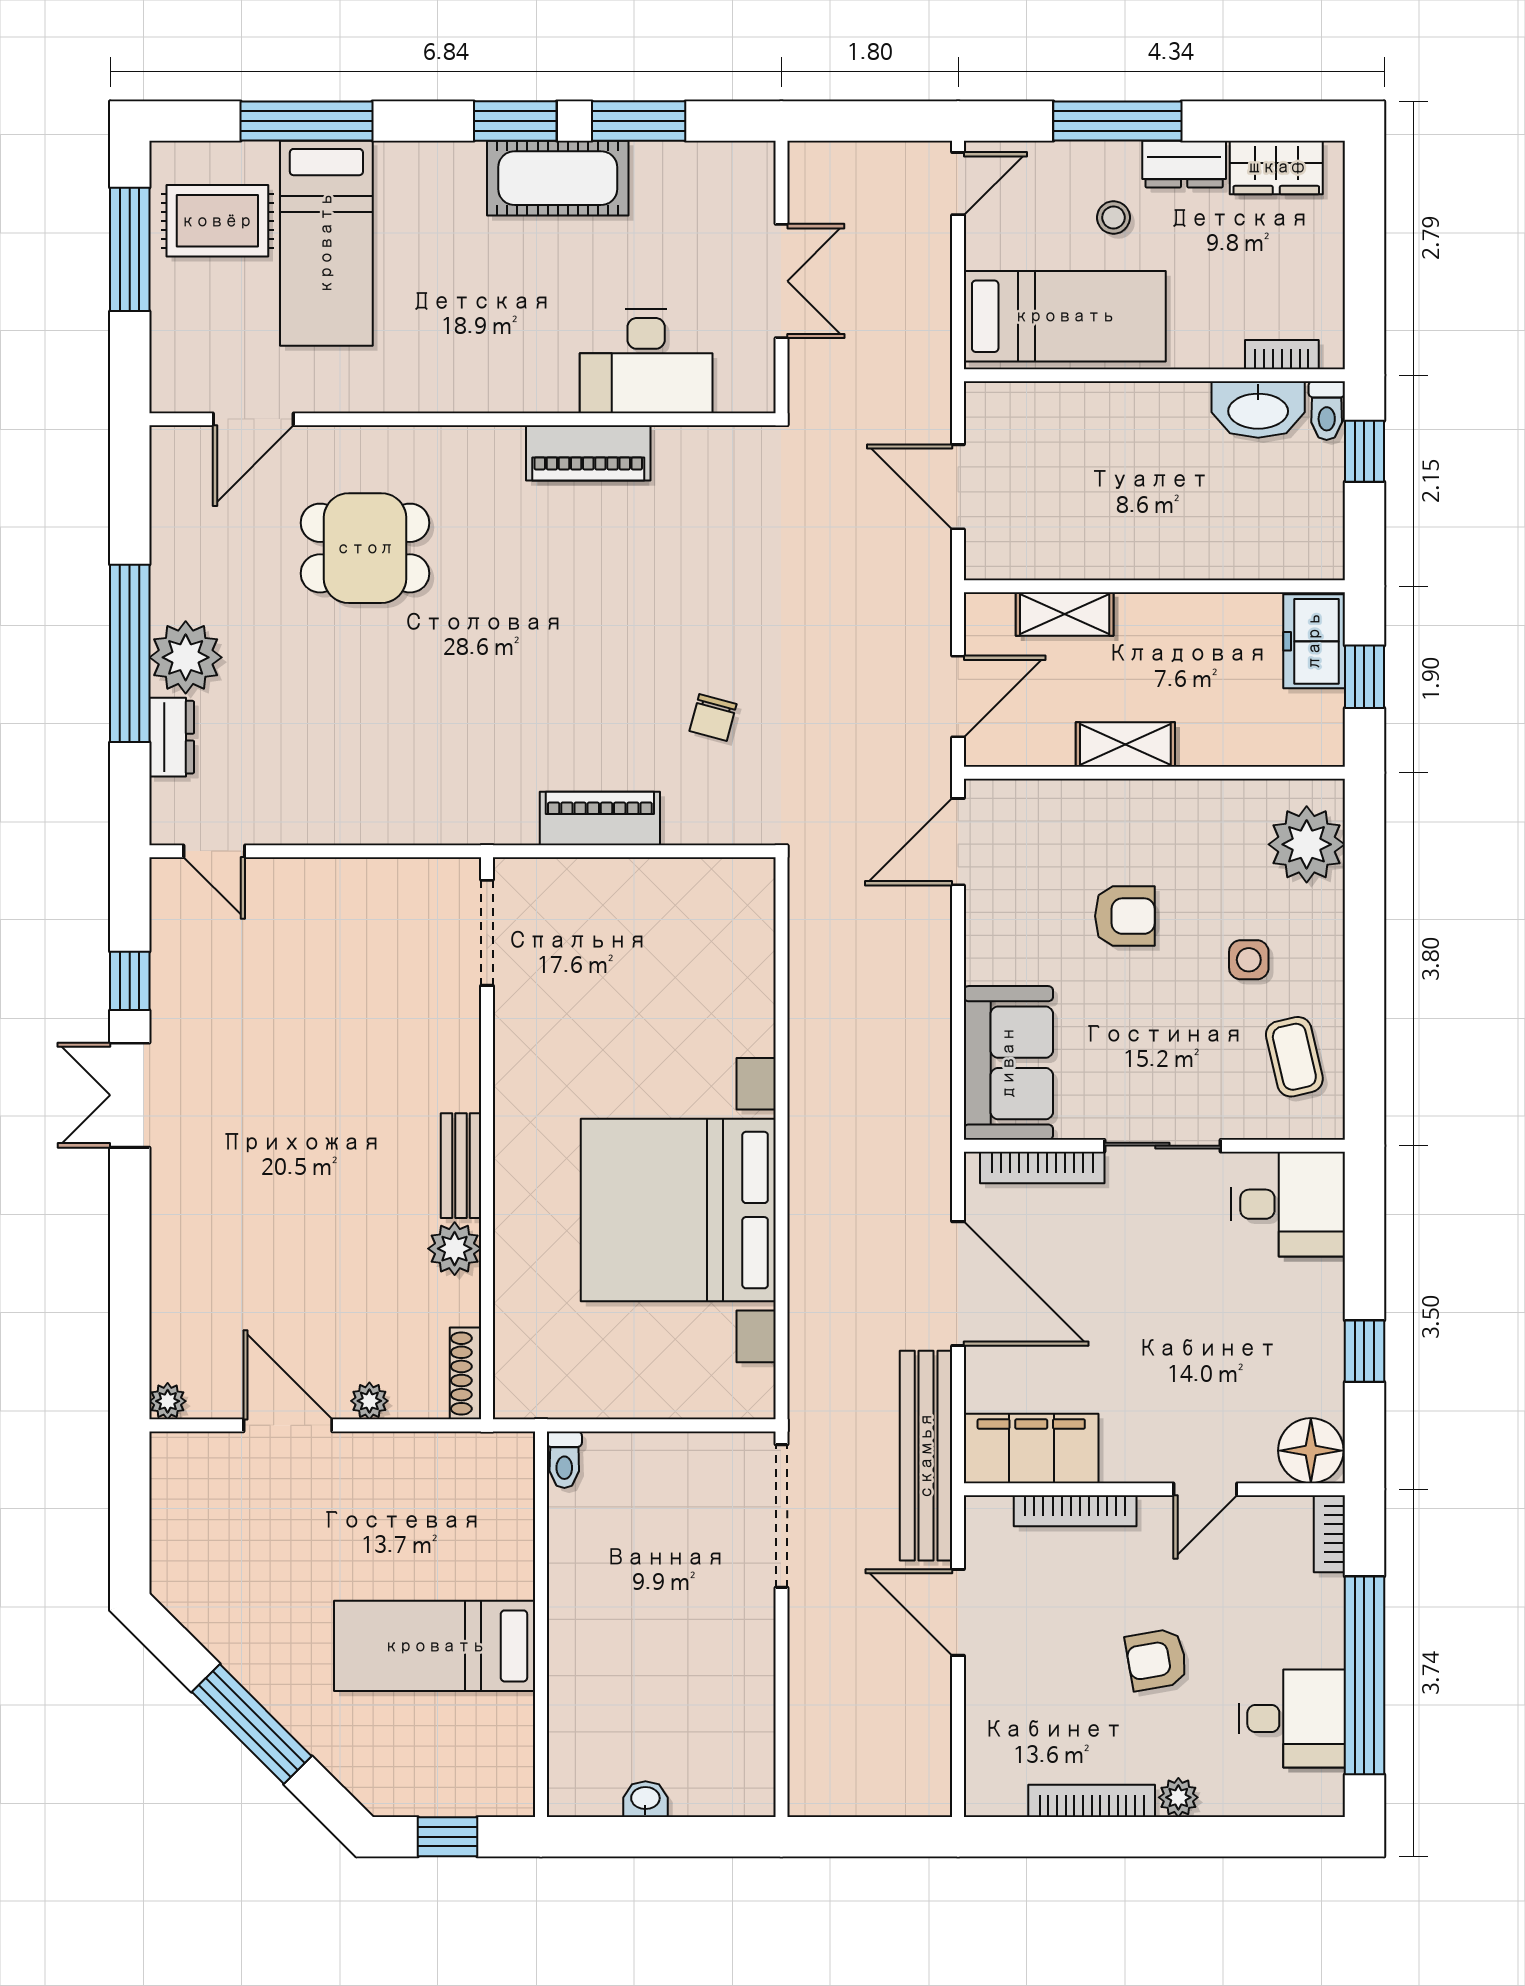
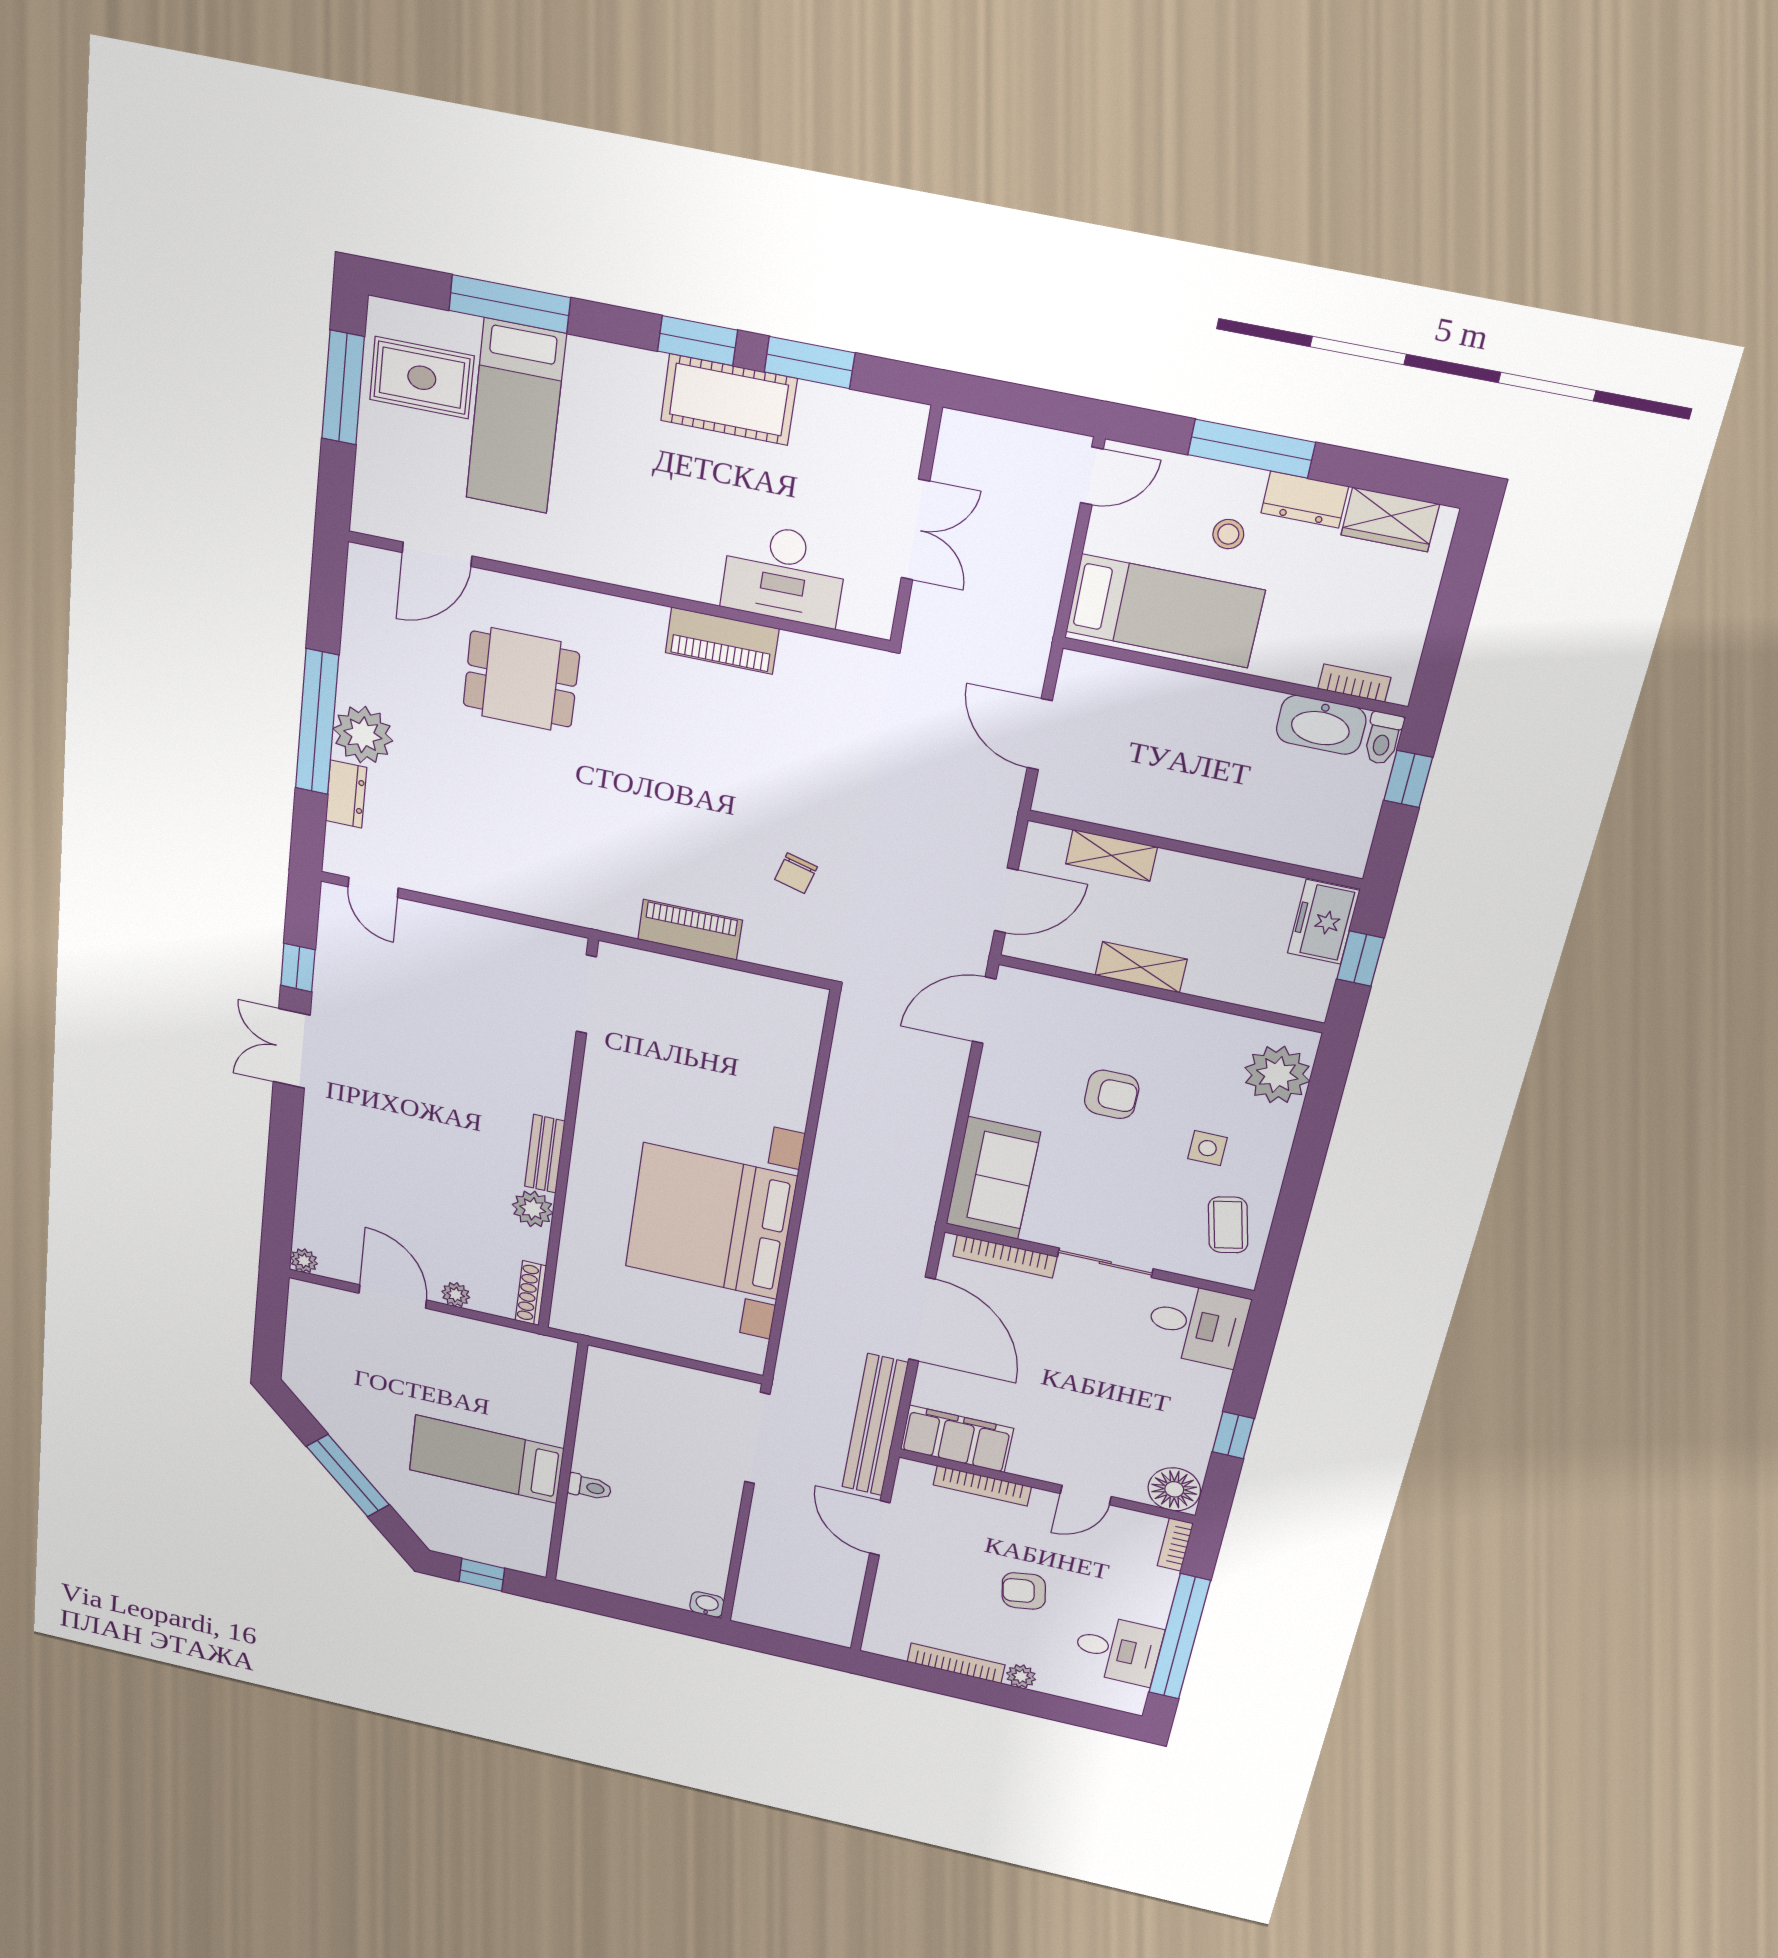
toilet: (564, 1460) -> (590, 1487), moved, turned -90
washbasin: (645, 1799) -> (707, 1604), moved

